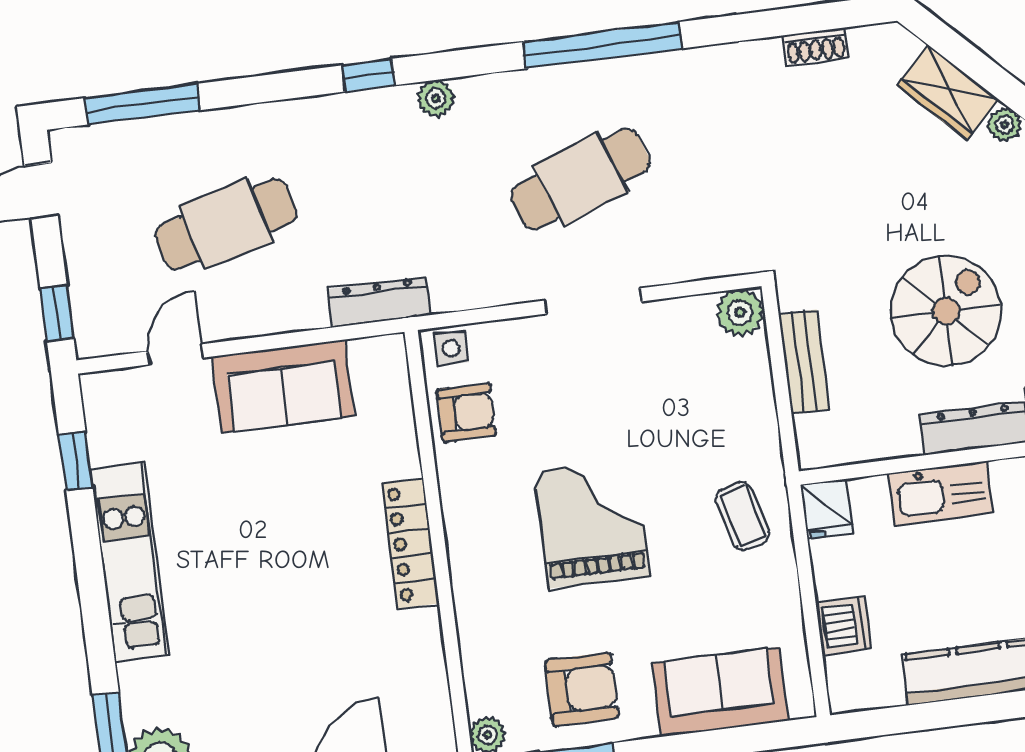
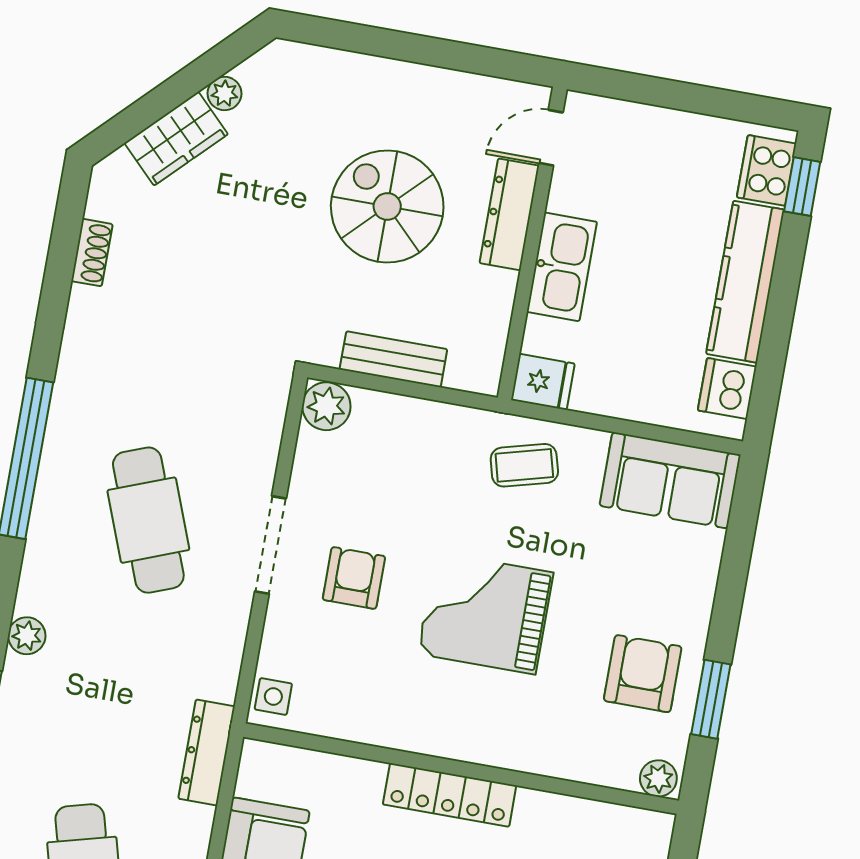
armchair: (467, 413) -> (354, 578), moved
dishwasher: (843, 626) -> (727, 389), moved, turned -90
sofa: (720, 692) -> (670, 480), moved, turned -90

